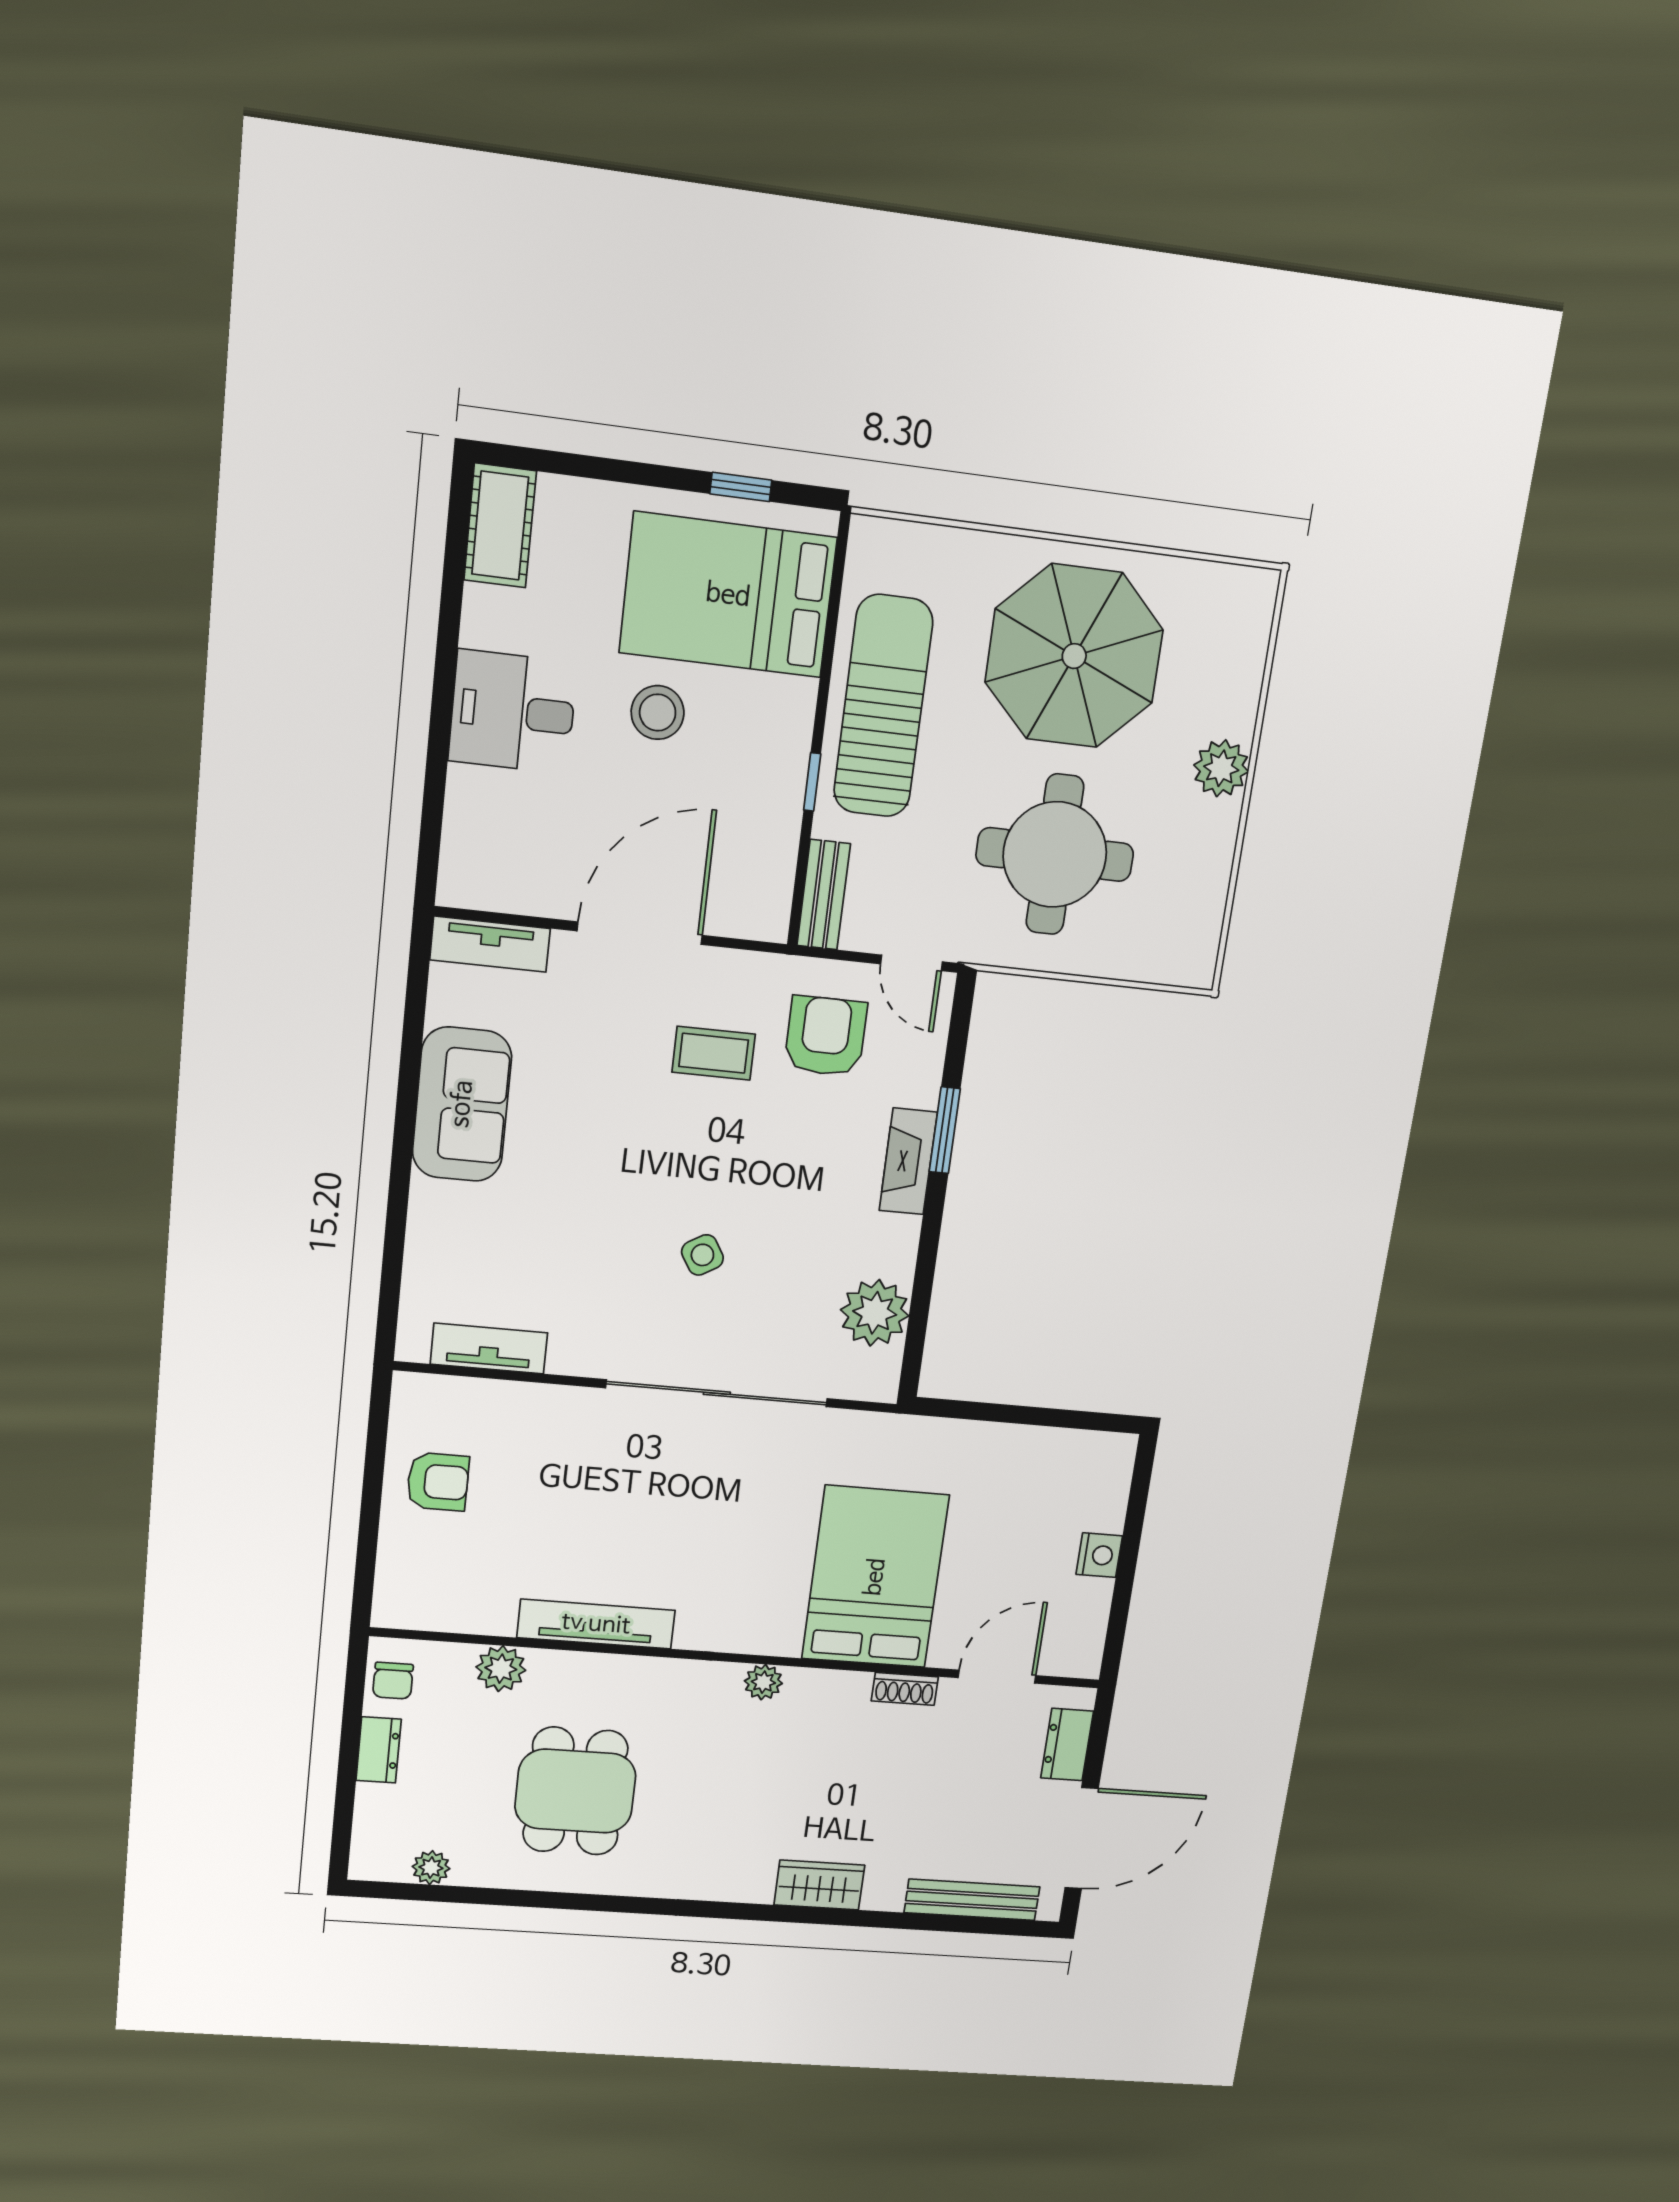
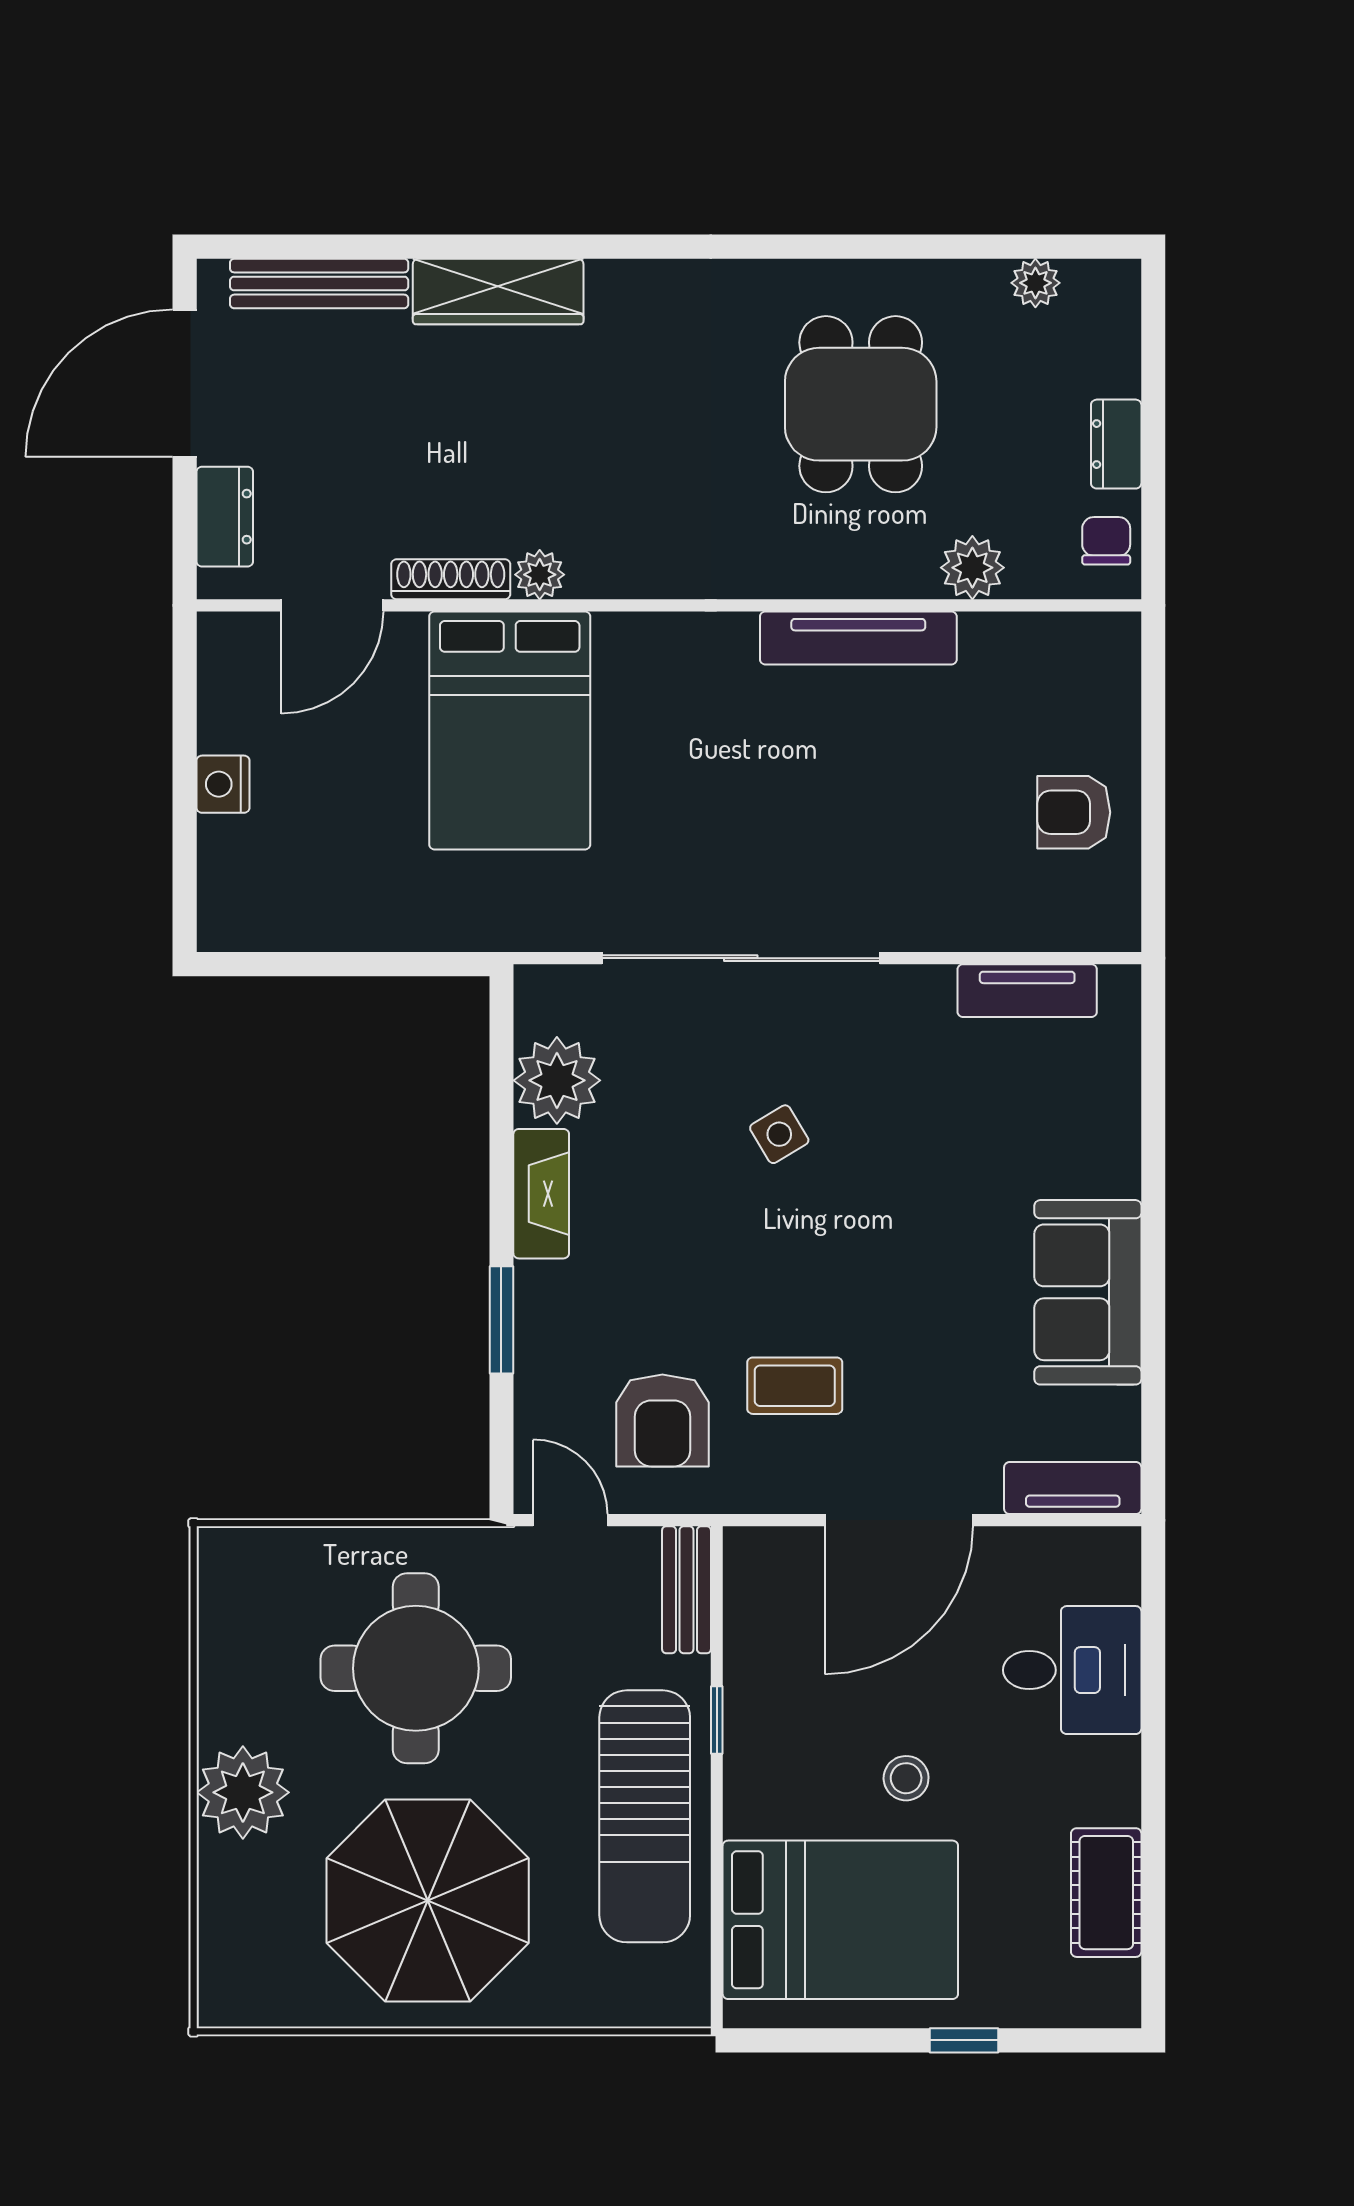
window: (741, 487) -> (964, 2040), moved
cot: (500, 526) -> (1106, 1893), moved
desk: (513, 712) -> (1072, 1670), moved
stool: (658, 713) -> (906, 1778), width x0.73, depth x0.73
plant: (1221, 768) -> (243, 1792), width x1.36, depth x1.36
fireplace: (908, 1161) -> (541, 1194), moved
plant: (763, 1682) -> (540, 575), moved
shoe rack: (905, 1689) -> (451, 579), width x1.43
wardrobe: (819, 1885) -> (498, 292), width x1.50

